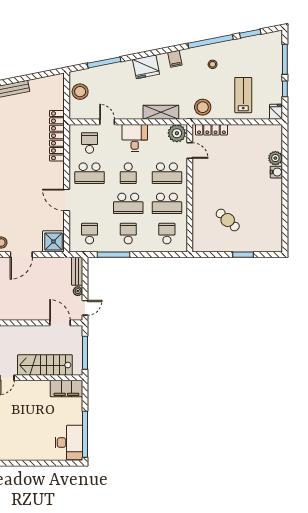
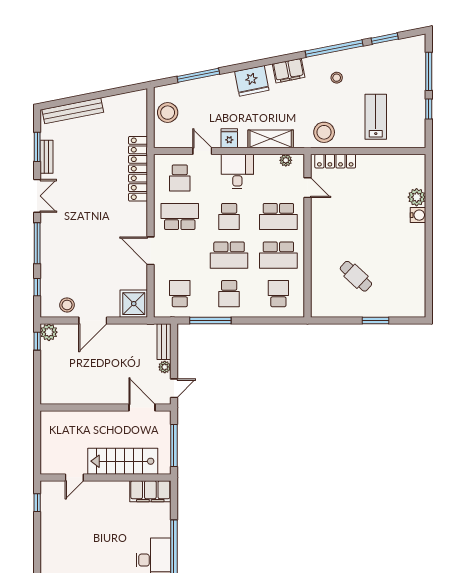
filing cabinet: (175, 59) -> (289, 71), width x2.00
fridge: (276, 112) -> (229, 138), moved
plant: (177, 133) -> (286, 160), width x0.53, depth x0.53
school desk: (90, 143) -> (180, 178), turned 180
school desk: (90, 173) -> (180, 217), turned 180
school desk: (128, 234) -> (229, 294), turned 180

